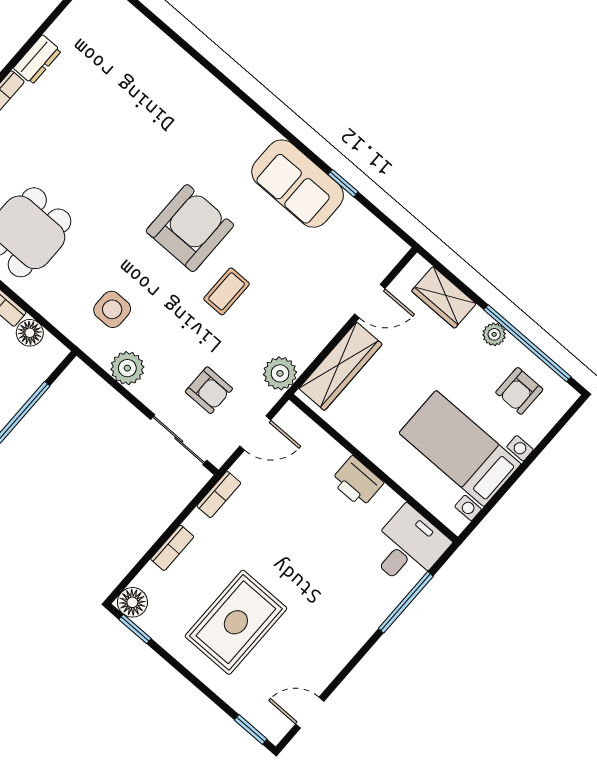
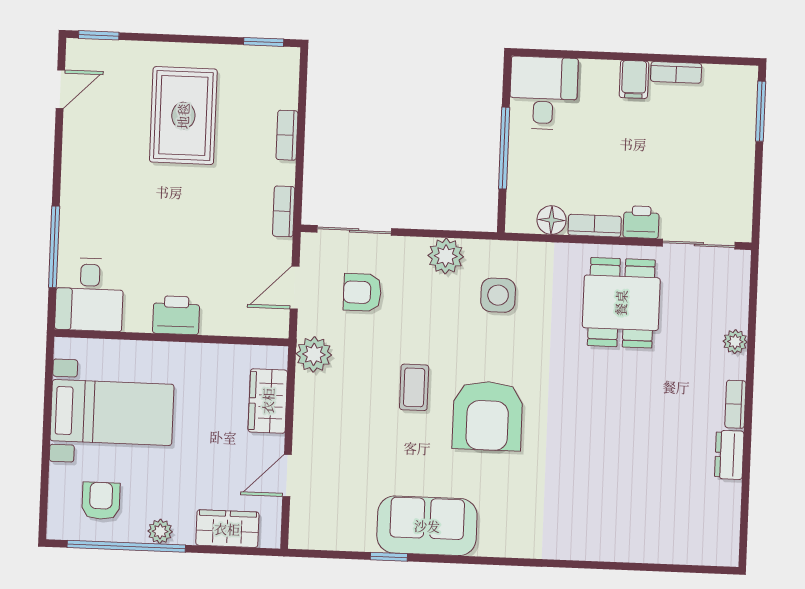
wardrobe: (341, 366) -> (268, 401), width x0.67
floor lamp: (132, 602) -> (284, 63), removed

